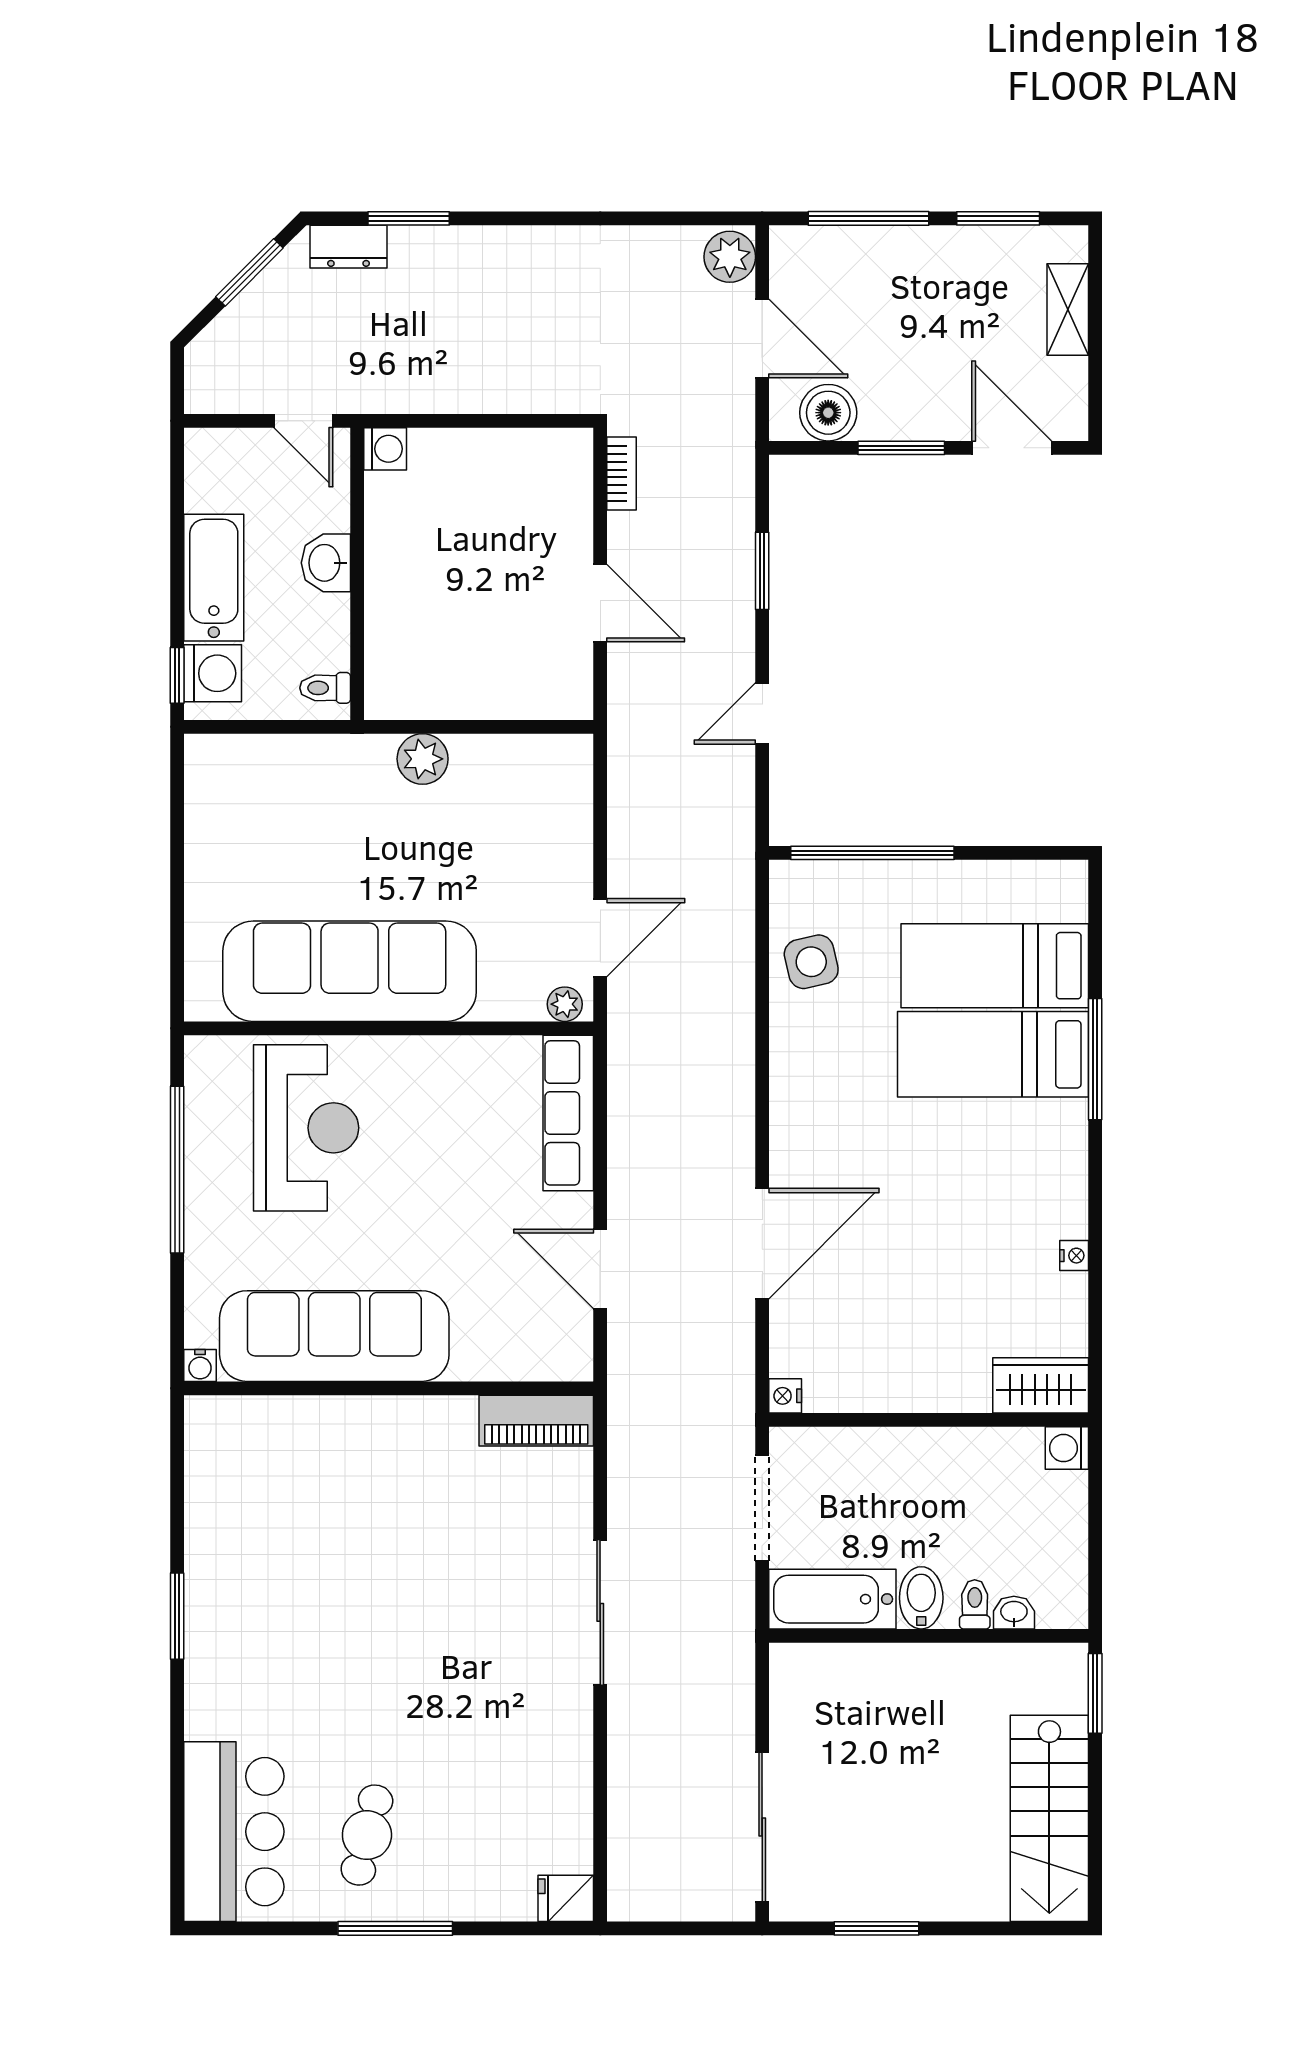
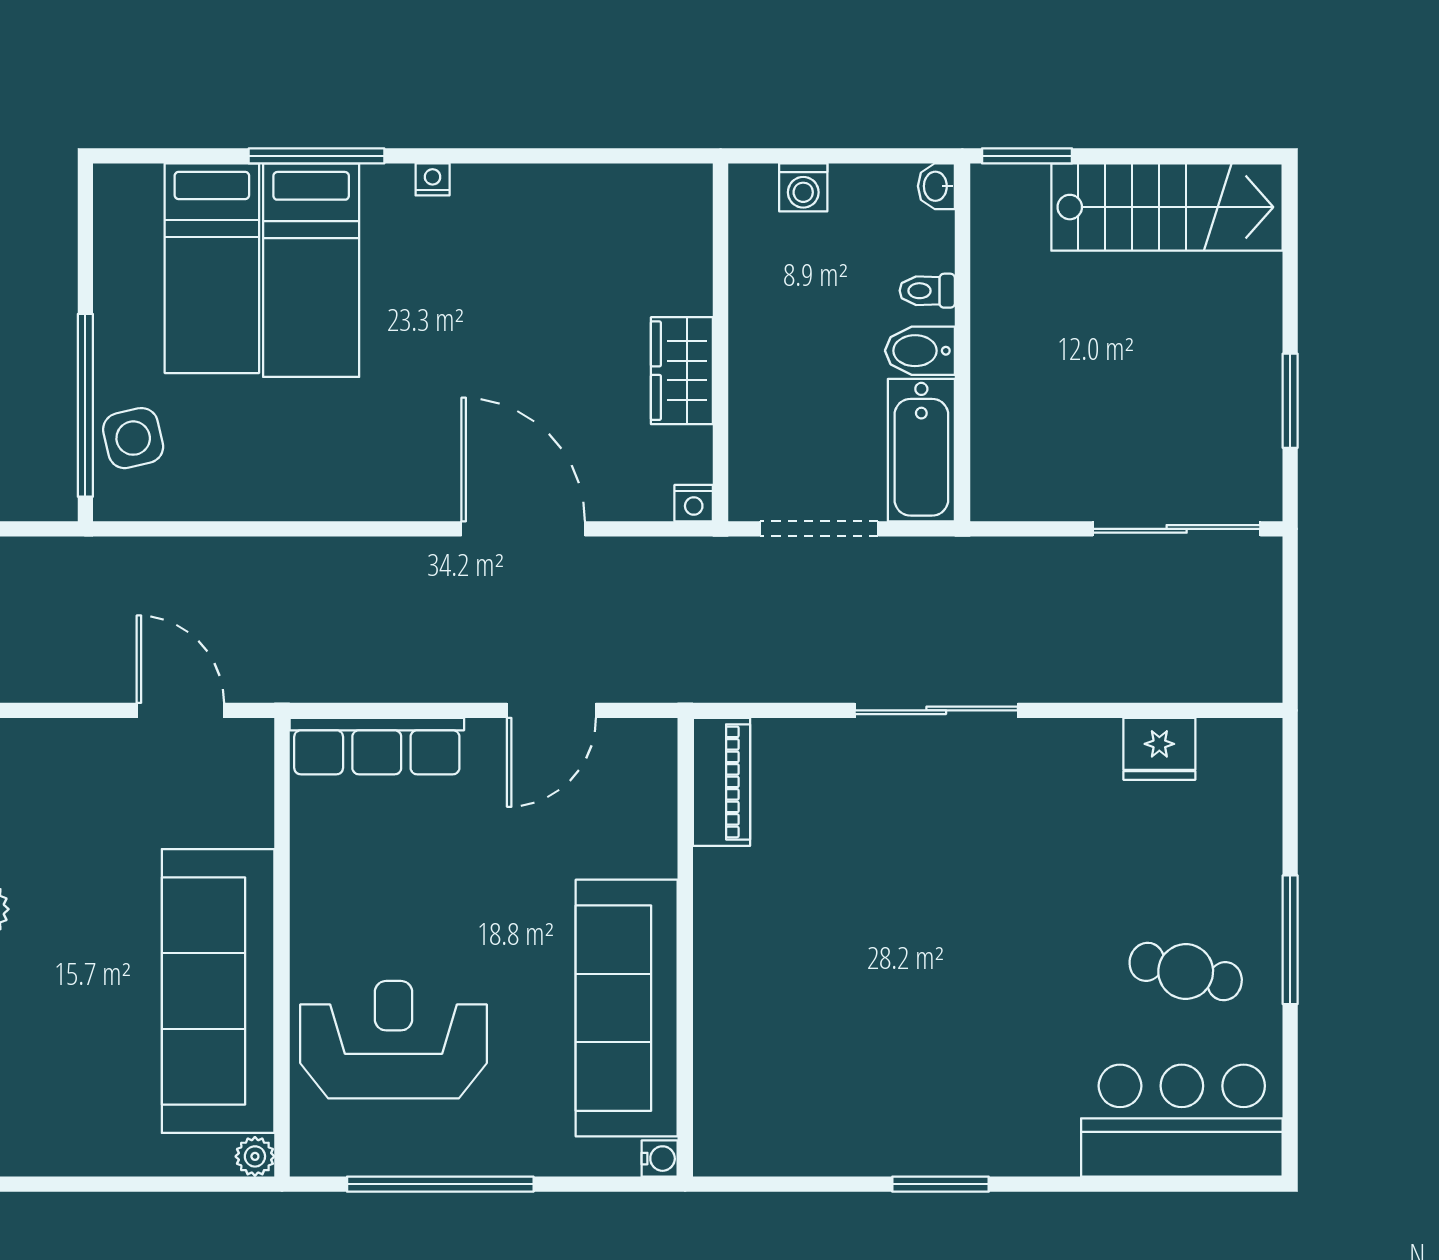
side table: (811, 962) -> (133, 438), moved
plant: (565, 1004) -> (255, 1156), moved
nightstand: (1074, 1256) -> (433, 179), moved
wardrobe: (1041, 1385) -> (682, 371), moved
washing machine: (1067, 1448) -> (803, 187), moved
washbasin: (1014, 1613) -> (936, 186), moved
fridge: (566, 1898) -> (1159, 749), moved, width x1.38

